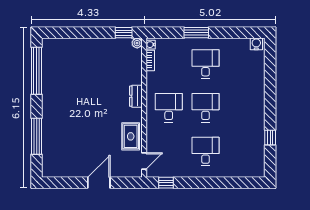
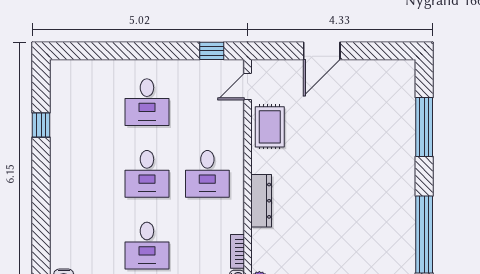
dresser: (136, 96) -> (261, 201), width x1.44

